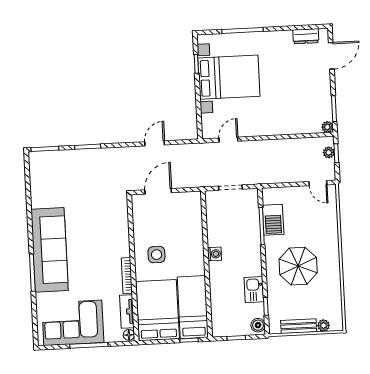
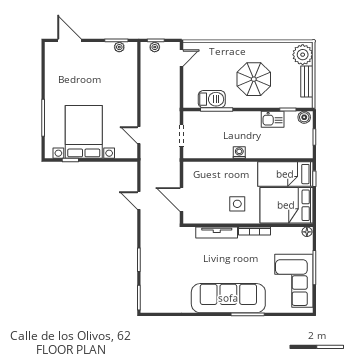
dresser: (306, 36) -> (51, 62), removed
plant: (327, 127) -> (119, 47), moved
tv unit: (127, 312) -> (217, 232), moved, width x1.41
plant: (324, 325) -> (303, 55), width x1.87, depth x1.87

